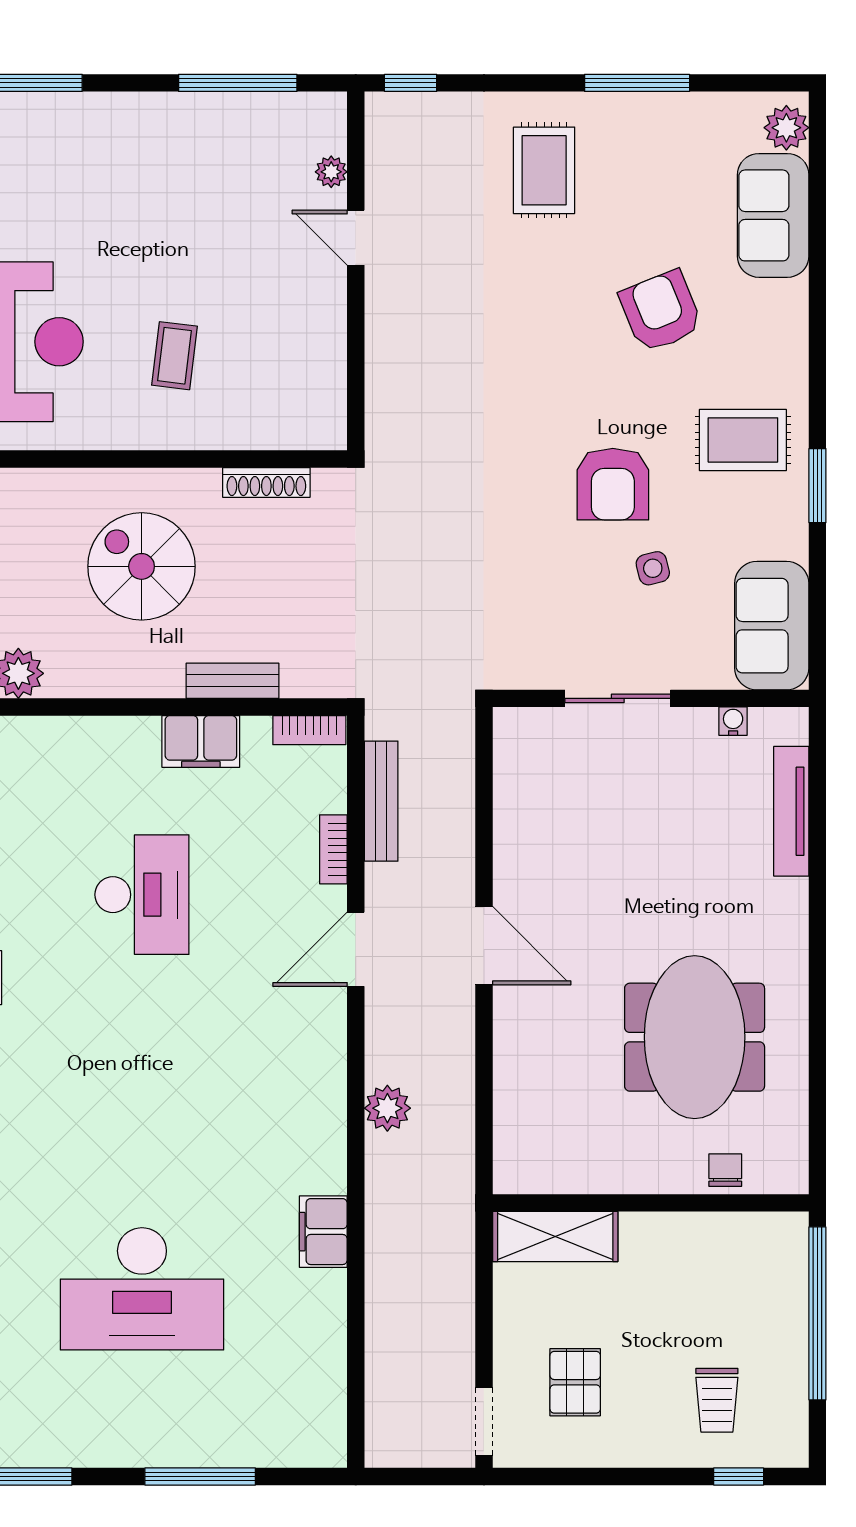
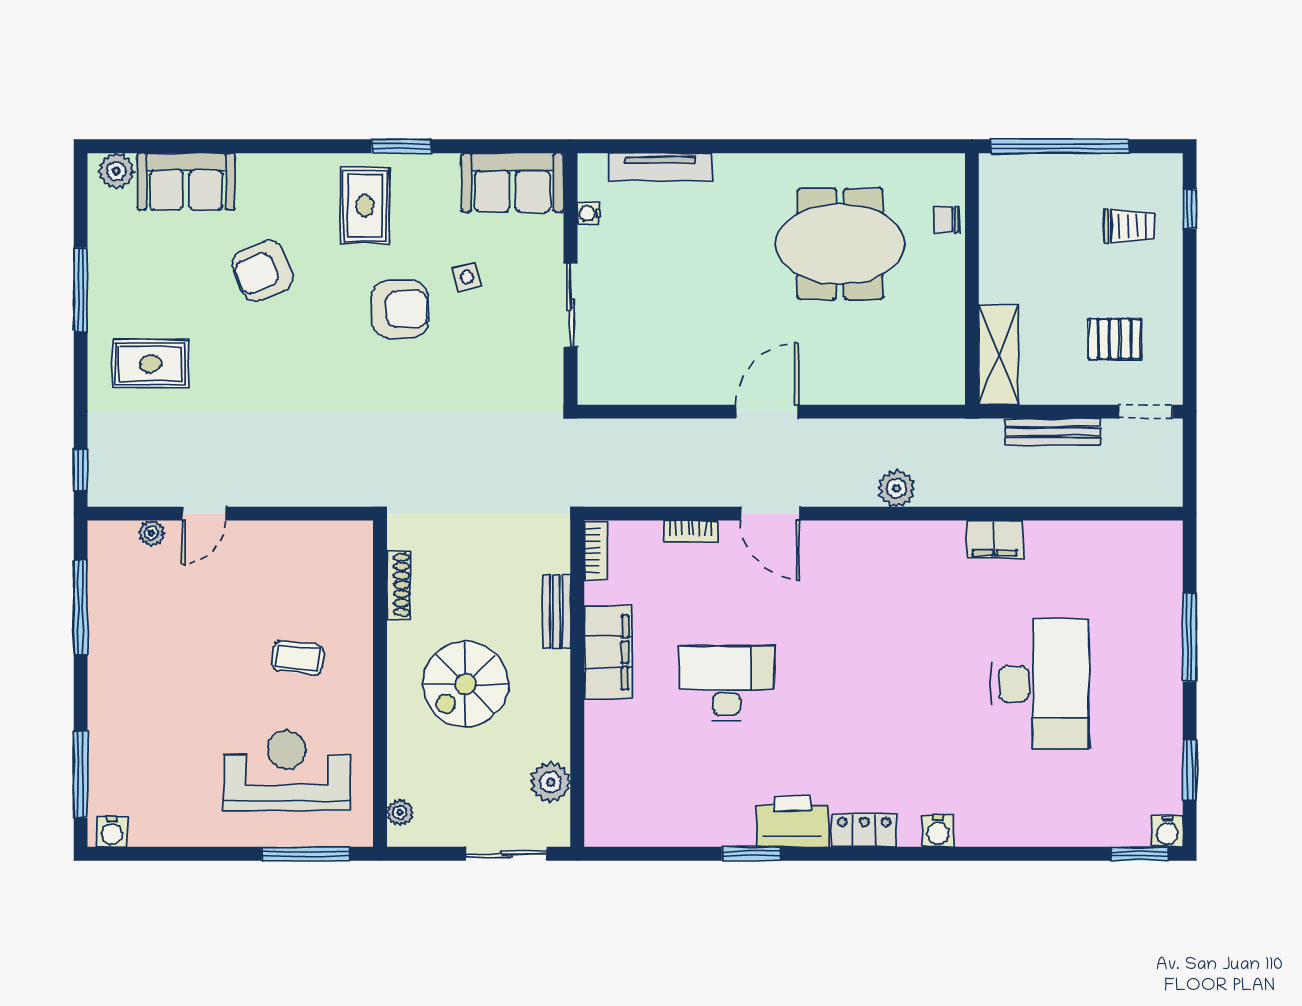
filing cabinet: (201, 741) -> (608, 652), width x1.50, depth x1.17
bench: (381, 801) -> (1053, 432), moved

